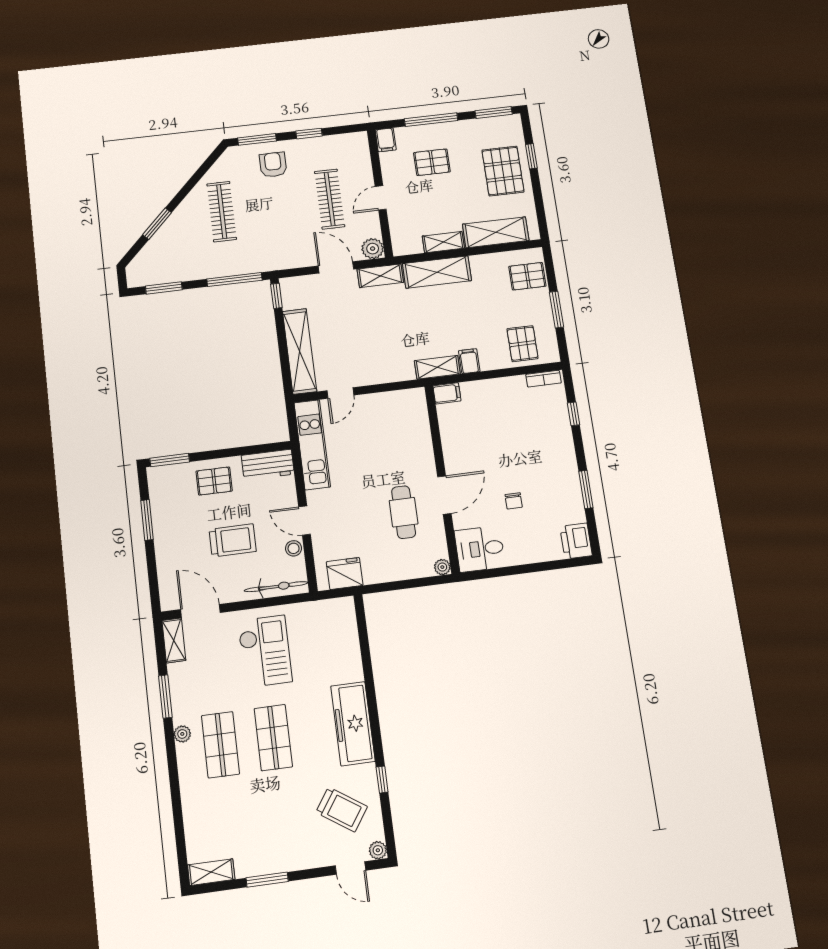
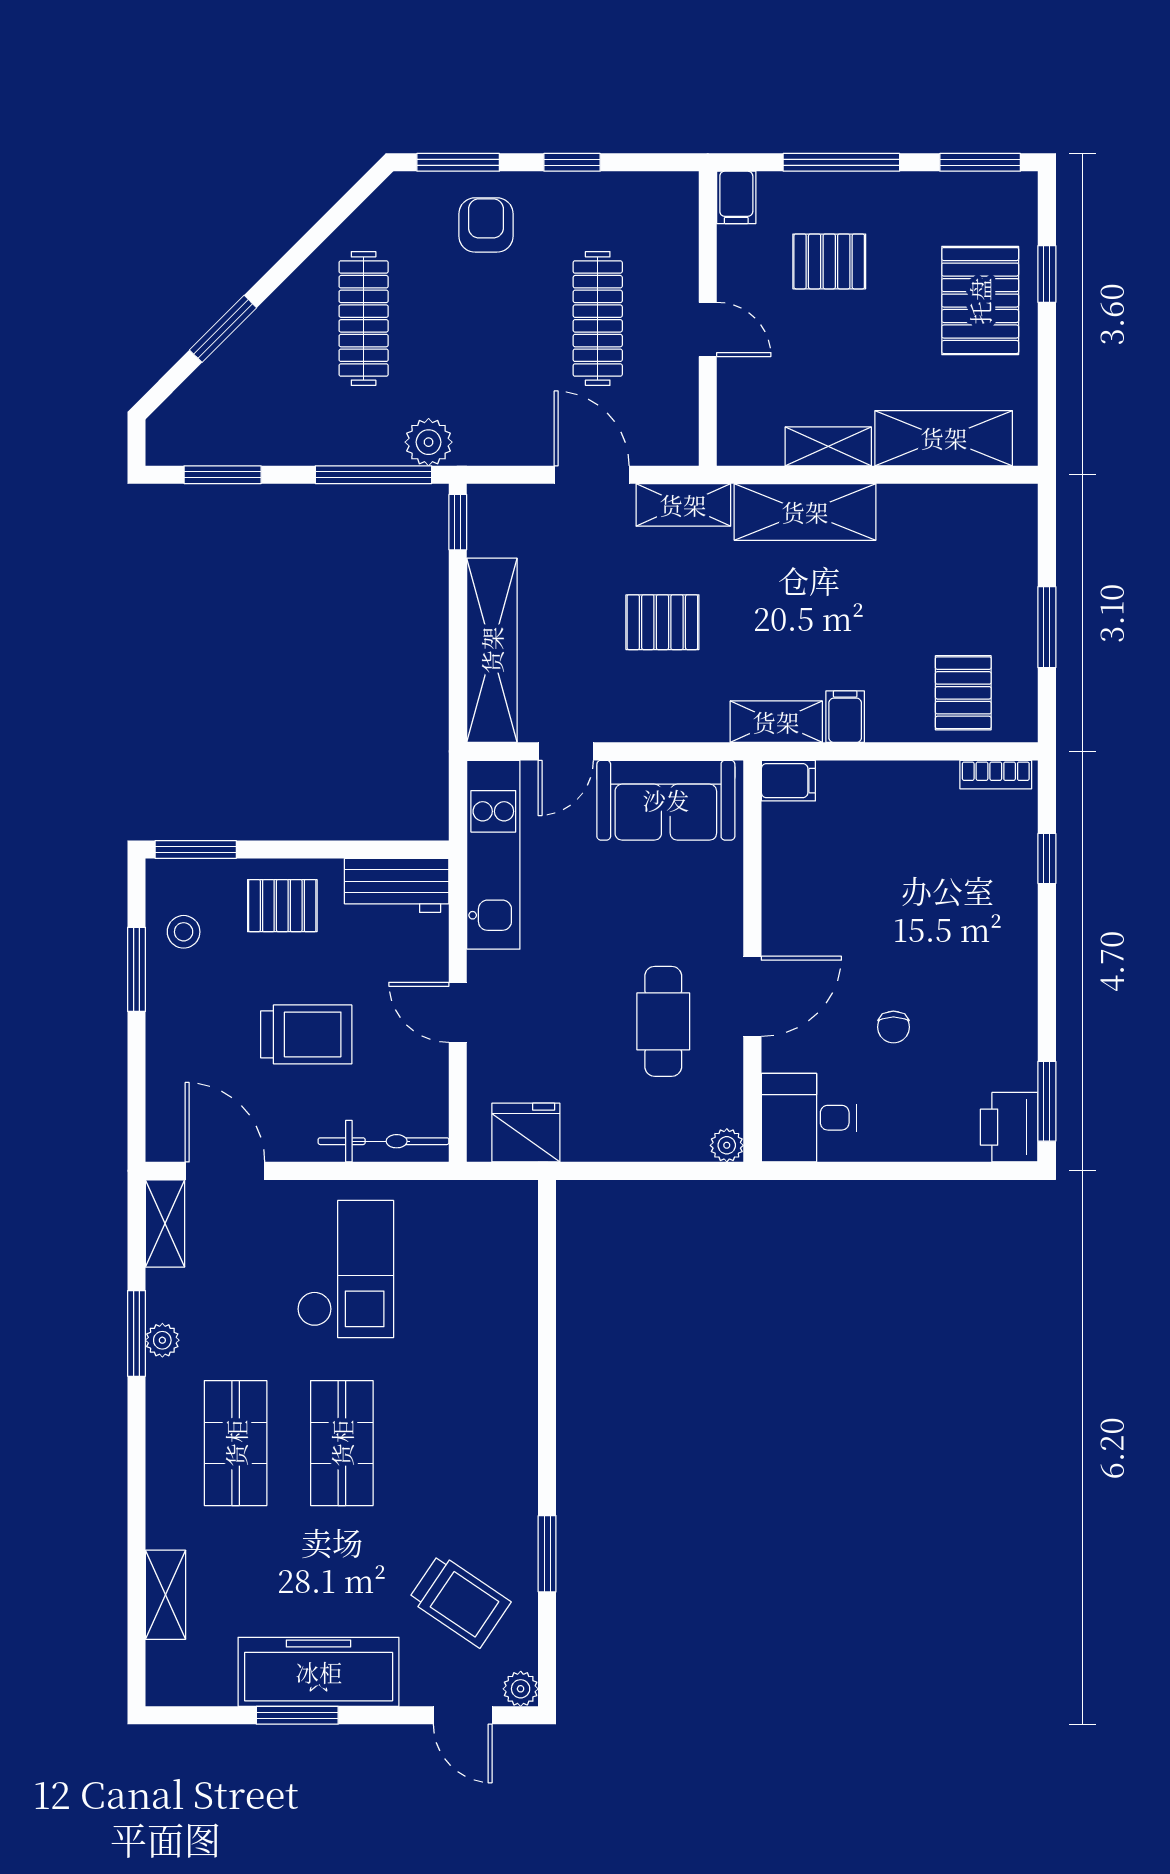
door: (381, 198) -> (708, 329), swing flipped
plant: (373, 249) -> (429, 442), moved
pallet: (527, 276) -> (662, 622), moved
sofa: (391, 409) -> (666, 800), added
window: (586, 489) -> (1047, 1101), moved
stool: (294, 548) -> (184, 932), moved
freezer: (353, 724) -> (319, 1672), moved, turned 90
plant: (182, 734) -> (162, 1340), moved
window: (382, 779) -> (547, 1554), width x1.50
shelving: (211, 872) -> (165, 1595), moved, turned 90

